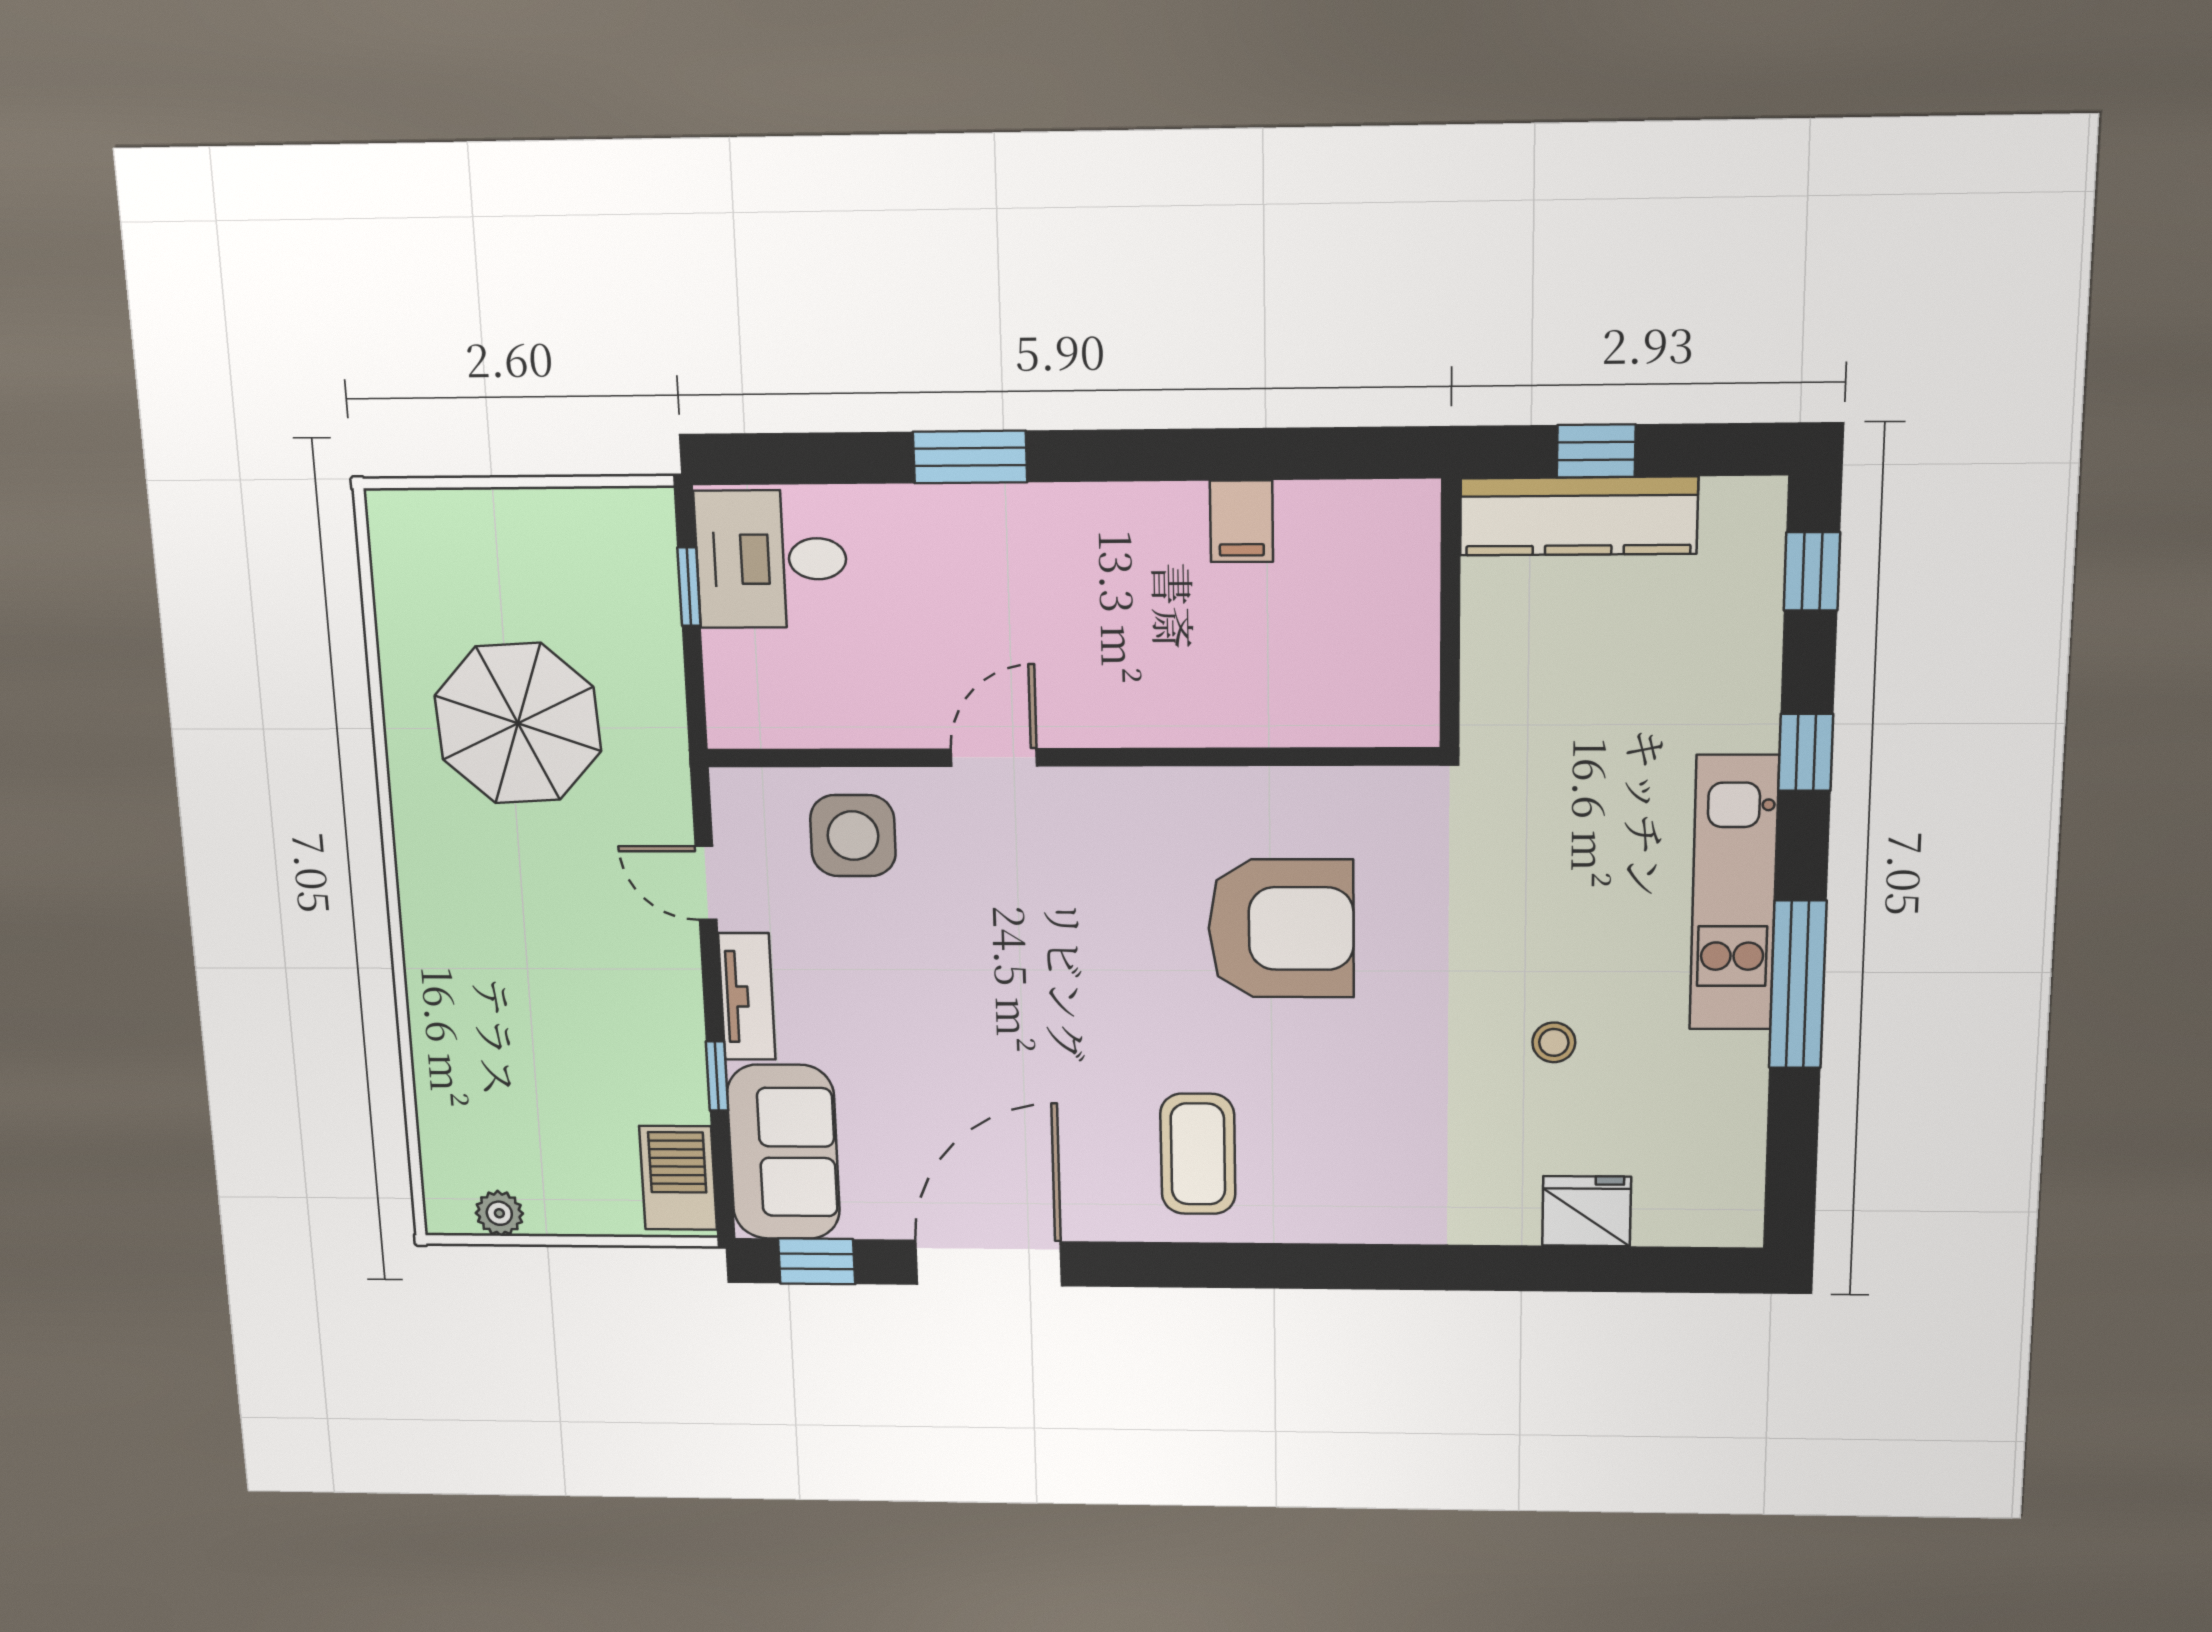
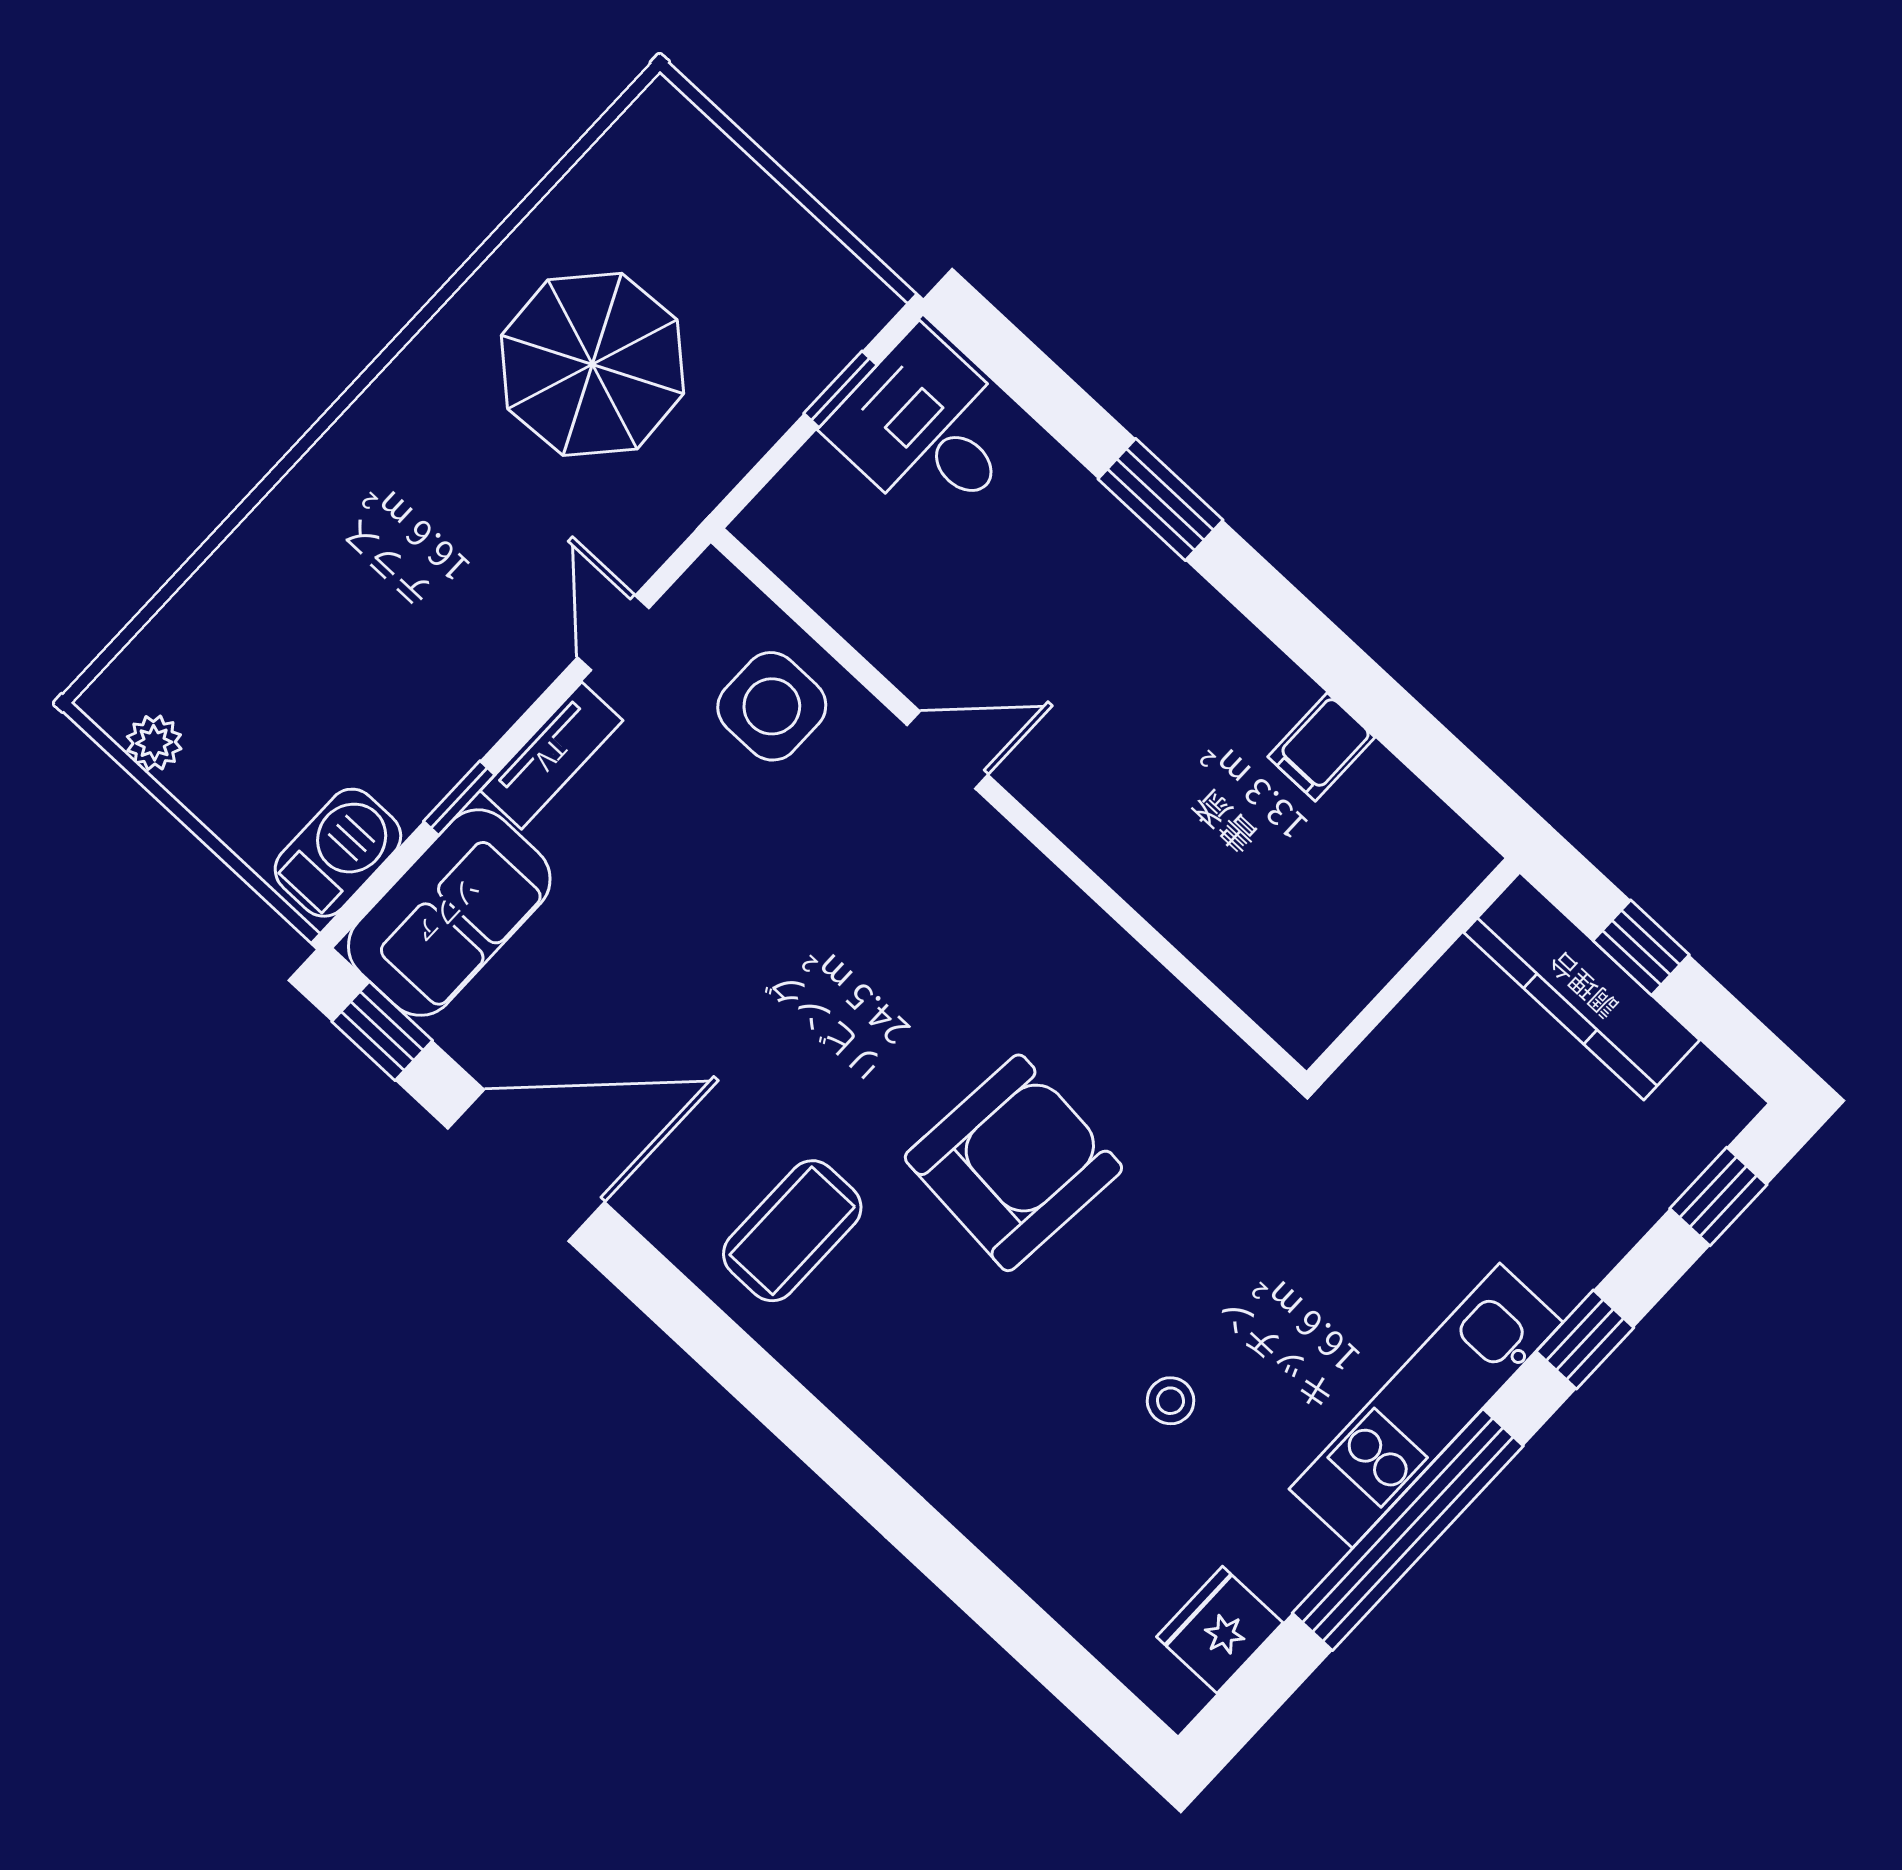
armchair: (1281, 929) -> (1013, 1163), moved, turned -85
window: (1798, 985) -> (1408, 1530), width x1.46
fridge: (1587, 1211) -> (1220, 1630), moved, turned -90

